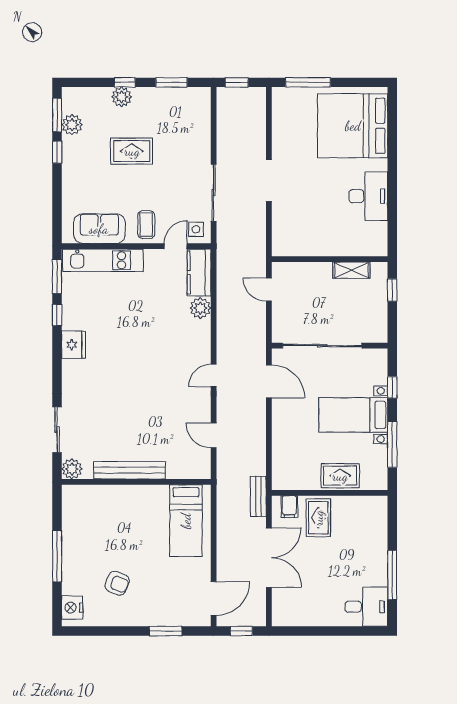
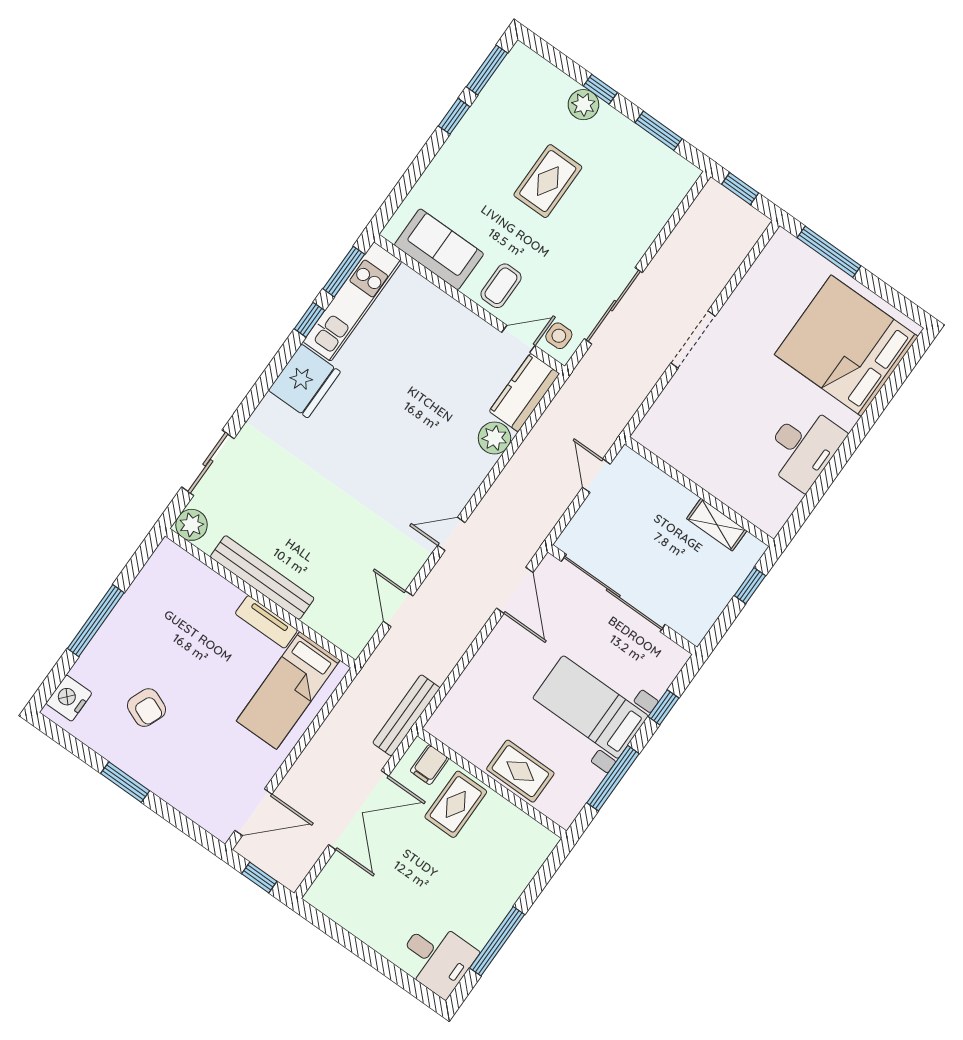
plant: (72, 125) -> (497, 95), removed
rug: (132, 151) -> (548, 181), turned 90
kitchen unit: (103, 260) -> (352, 302), moved, turned -90
fridge: (74, 345) -> (304, 381), width x1.36, depth x1.34
tv unit: (148, 492) -> (266, 622), added
bench: (258, 496) -> (406, 715), width x1.36
window: (166, 631) -> (125, 782), moved

